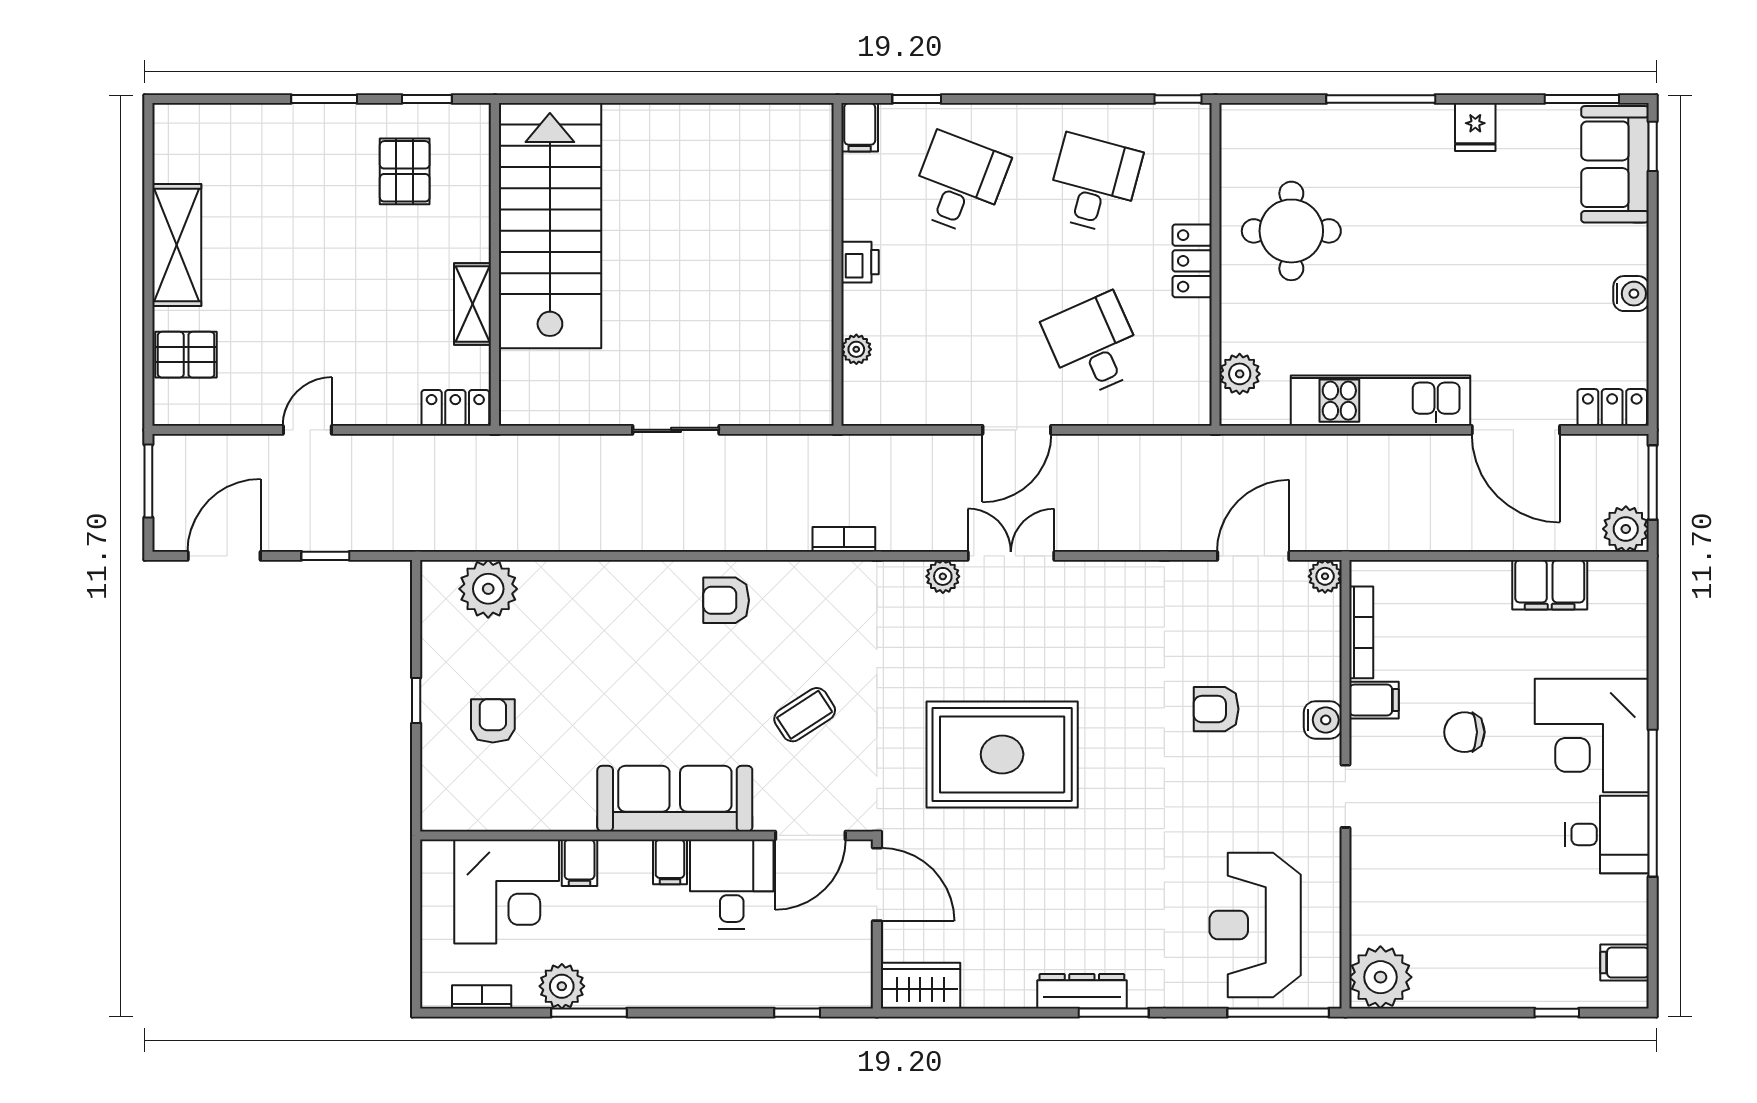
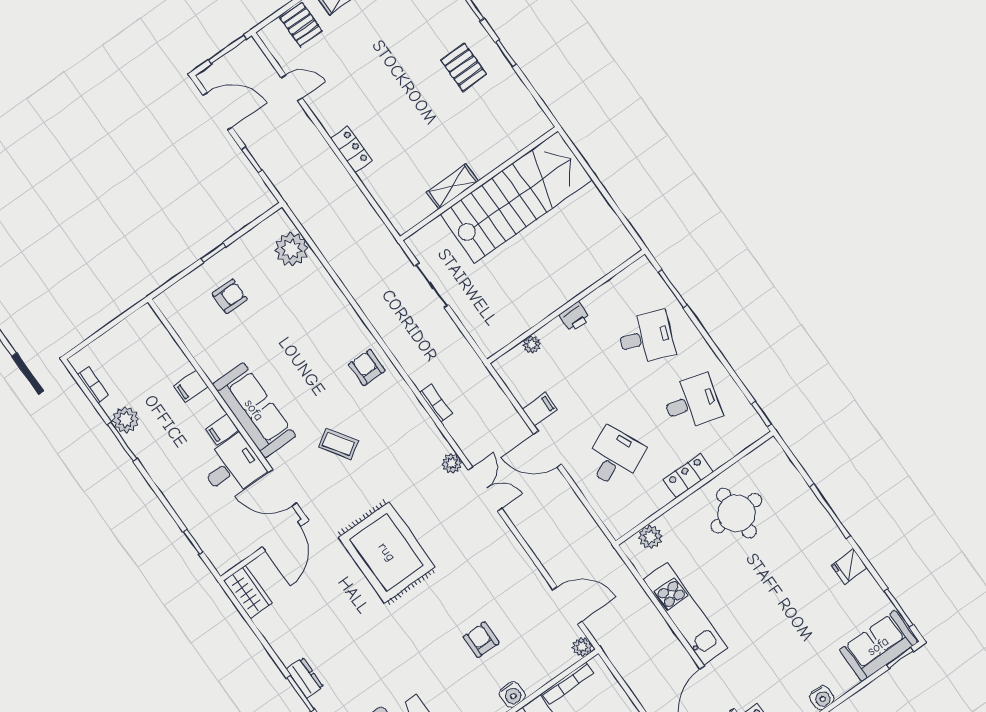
window: (917, 99) -> (672, 288), width x1.50
filing cabinet: (860, 127) -> (540, 409), moved, turned 180
pallet: (405, 171) -> (464, 67), turned 90
stairs: (550, 226) -> (516, 197), moved
wall: (495, 264) -> (479, 184), moved
shelving: (473, 304) -> (452, 186), moved
locker: (455, 408) -> (351, 149), moved
door: (307, 430) -> (292, 88), moved
corner desk: (507, 892) -> (152, 361), removed
dresser: (1082, 991) -> (305, 678), width x0.70

